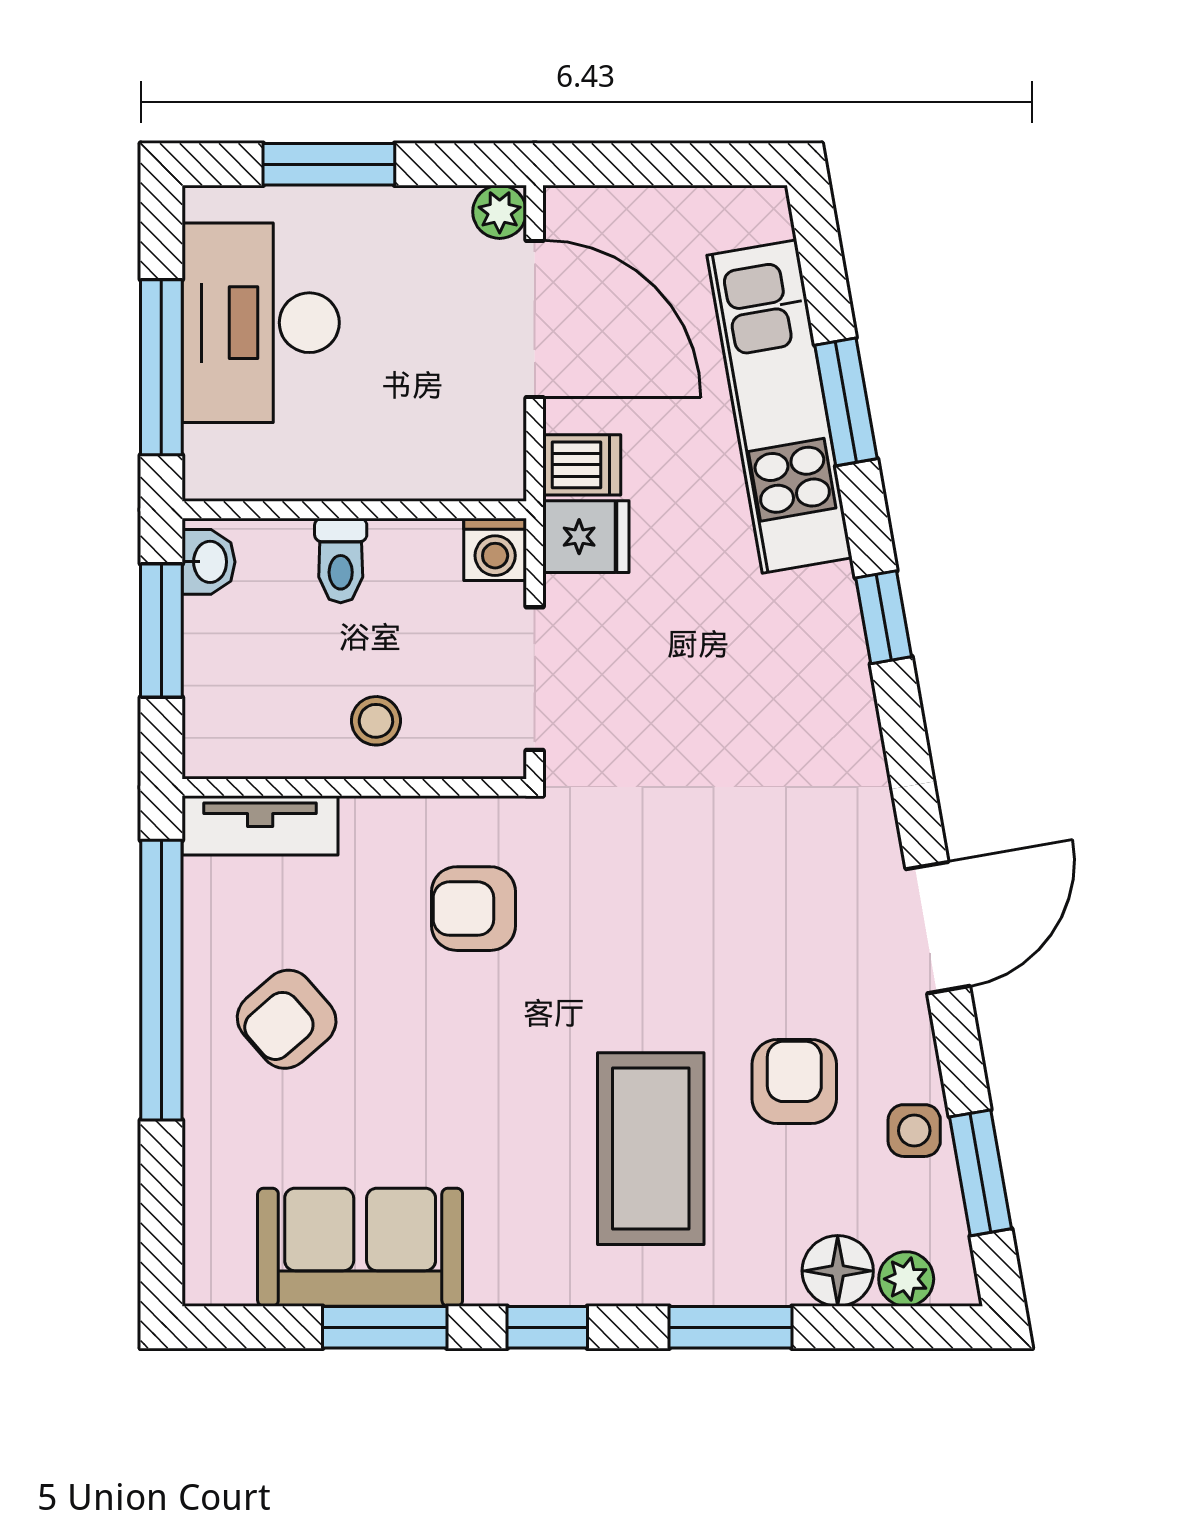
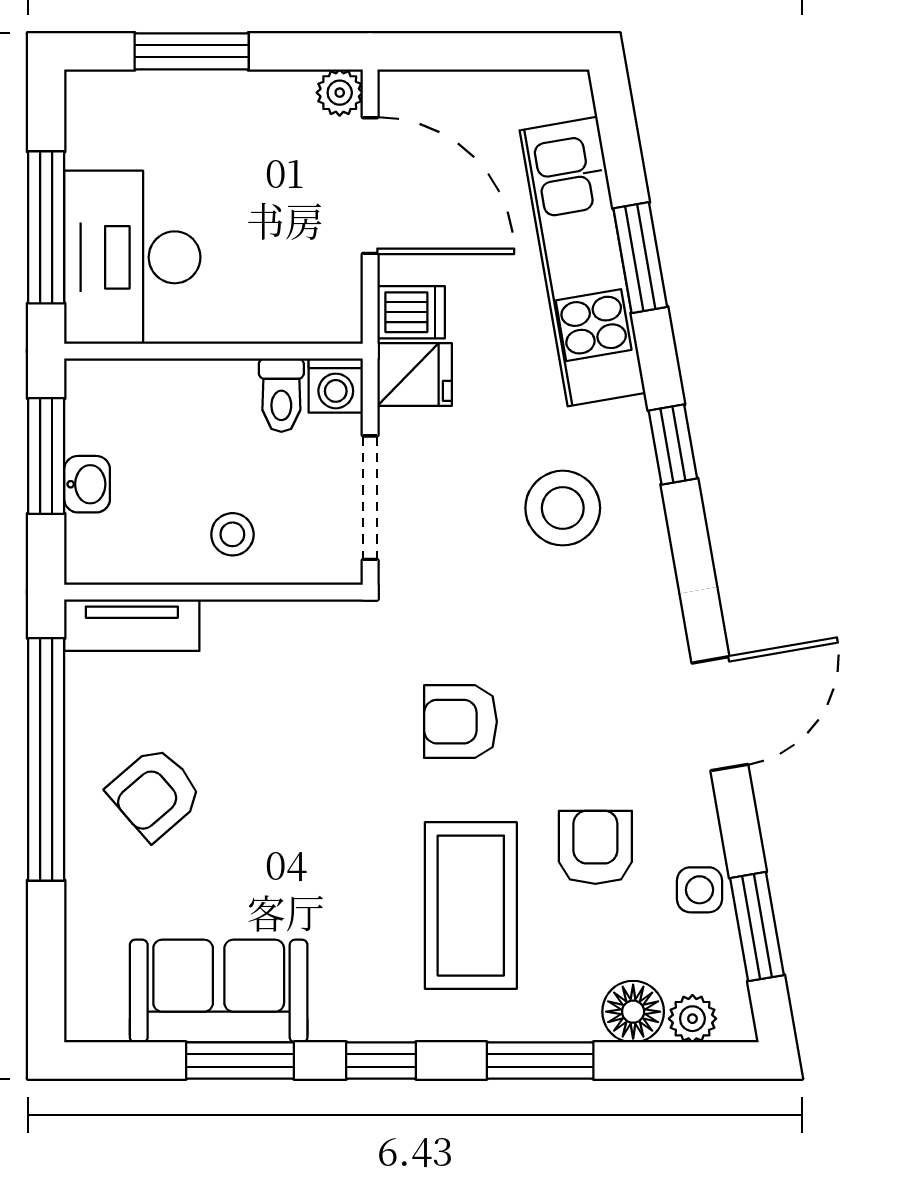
desk: (261, 323) -> (132, 257), moved
toilet: (341, 560) -> (281, 395), moved
washbasin: (208, 562) -> (87, 484), moved
stool: (757, 691) -> (563, 508), added
armchair: (474, 909) -> (461, 722), moved

